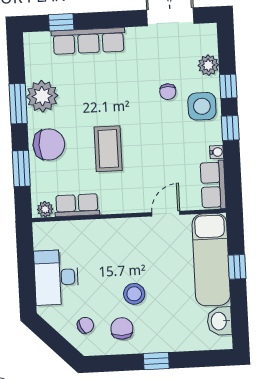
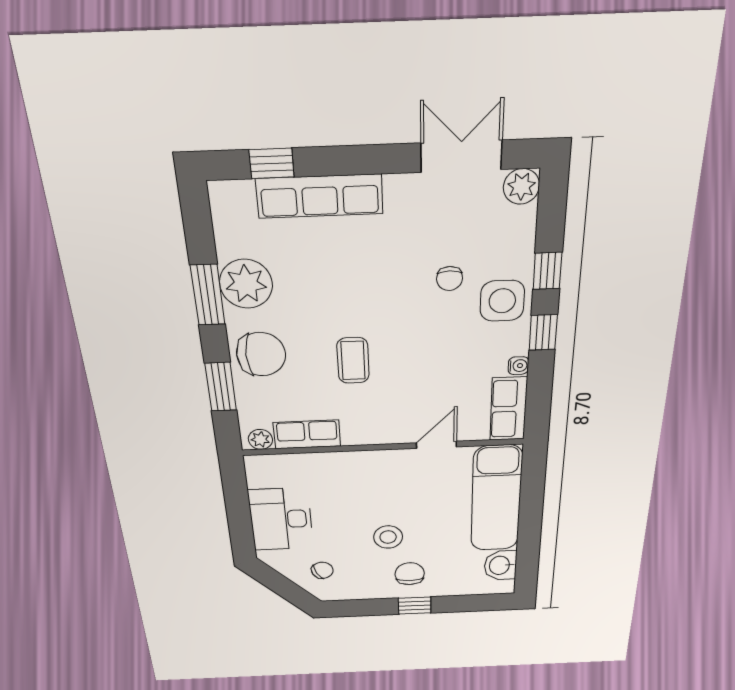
plant: (208, 65) -> (521, 186), moved
coffee table: (108, 149) -> (353, 360), width x0.73, depth x0.77
window: (237, 267) -> (531, 507), removed
chair: (122, 328) -> (410, 574), moved

